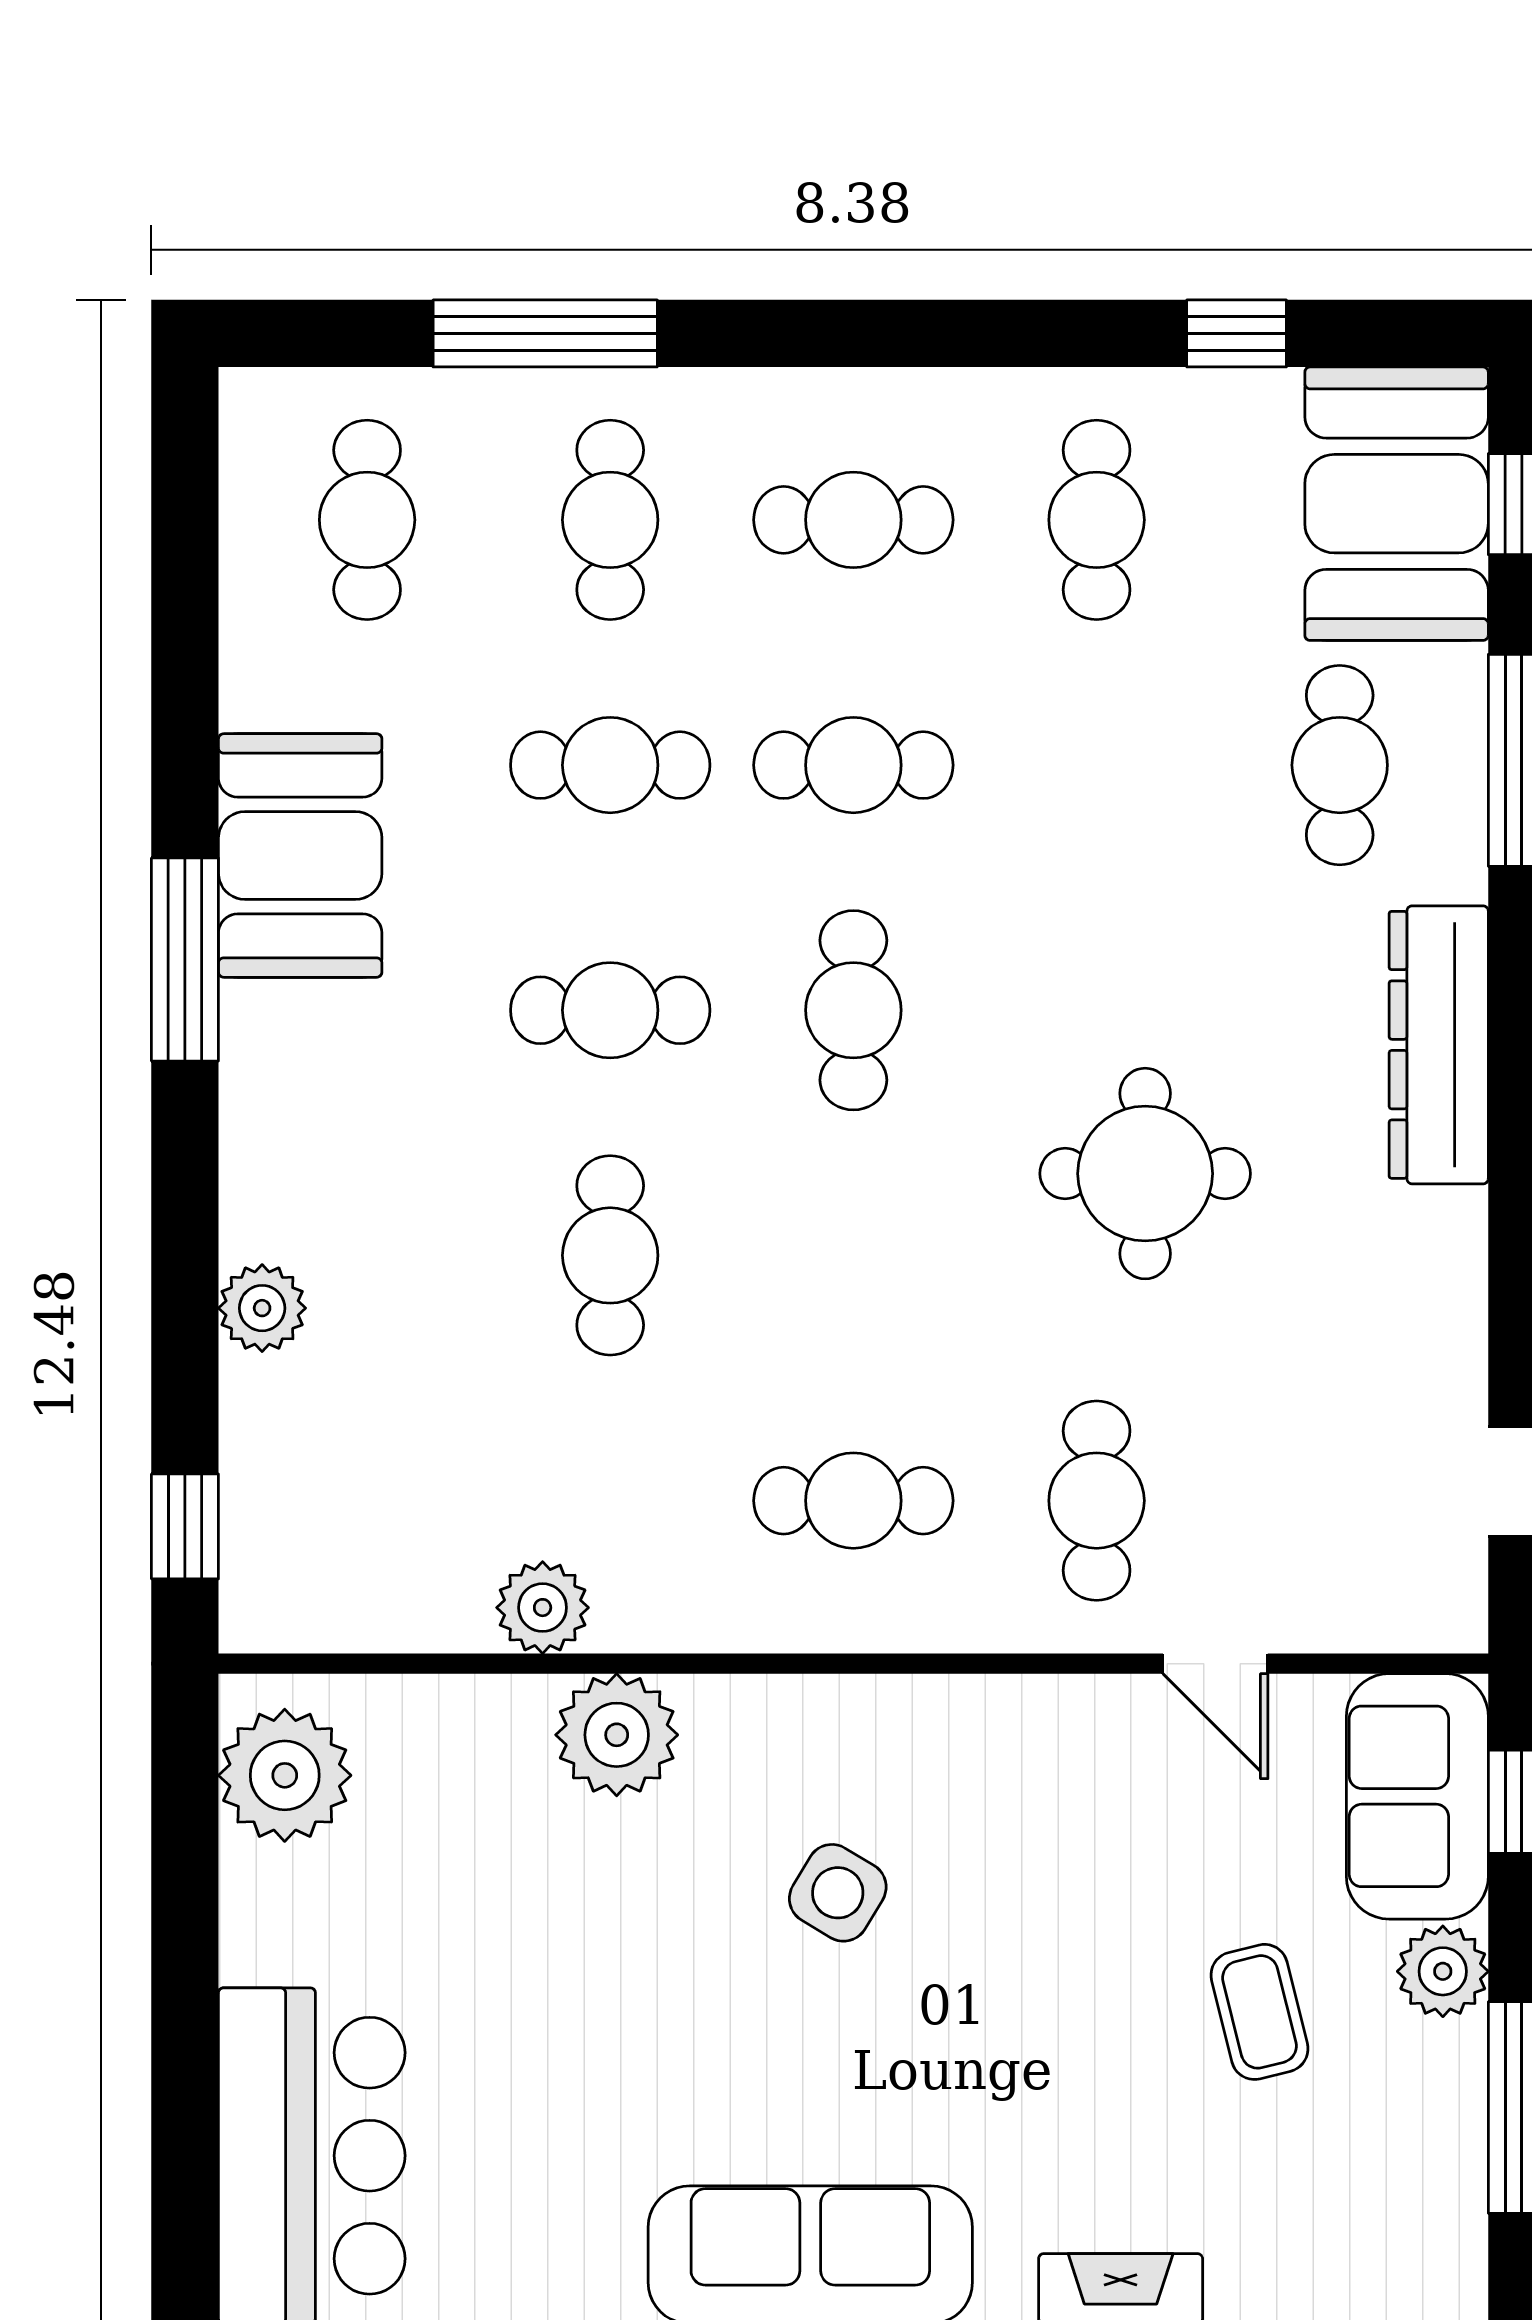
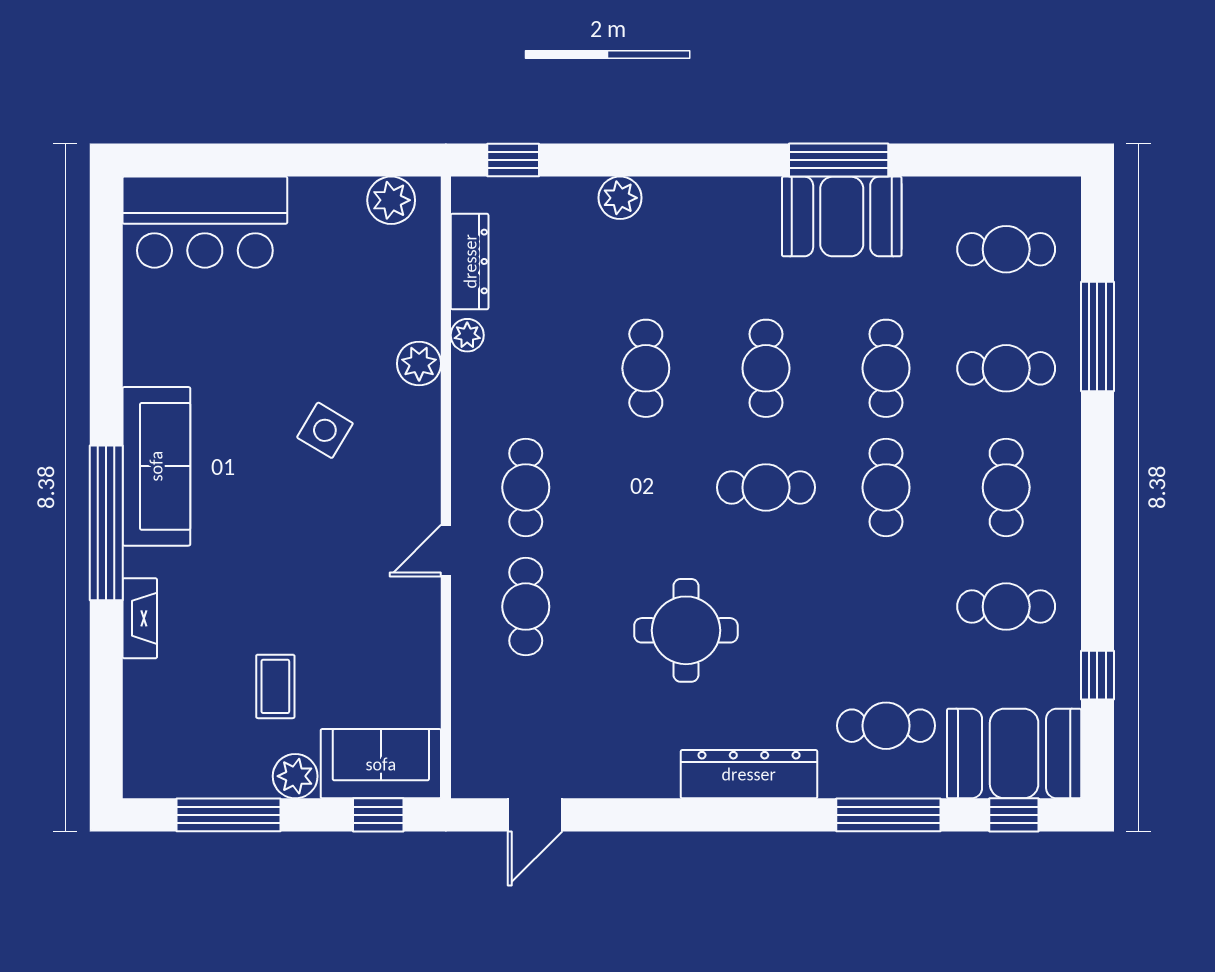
window: (185, 959) -> (839, 160), moved
cafe table: (610, 1255) -> (646, 368), turned 90
cafe table: (1097, 1501) -> (526, 607), turned 90
plant: (543, 1608) -> (467, 335), width x0.73, depth x0.73
dresser: (392, 1615) -> (470, 261), added
door: (1215, 1664) -> (446, 551), moved
plant: (617, 1735) -> (419, 364), width x0.73, depth x0.73
plant: (285, 1775) -> (391, 200), width x0.73, depth x0.73
side table: (838, 1893) -> (325, 430), moved
coffee table: (1259, 2012) -> (275, 686), turned -76

